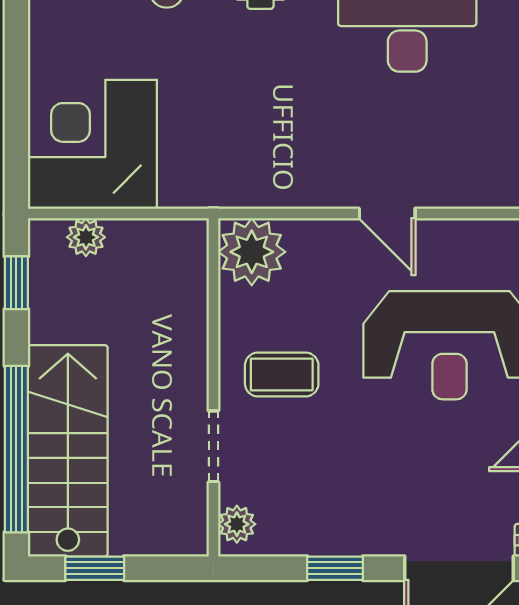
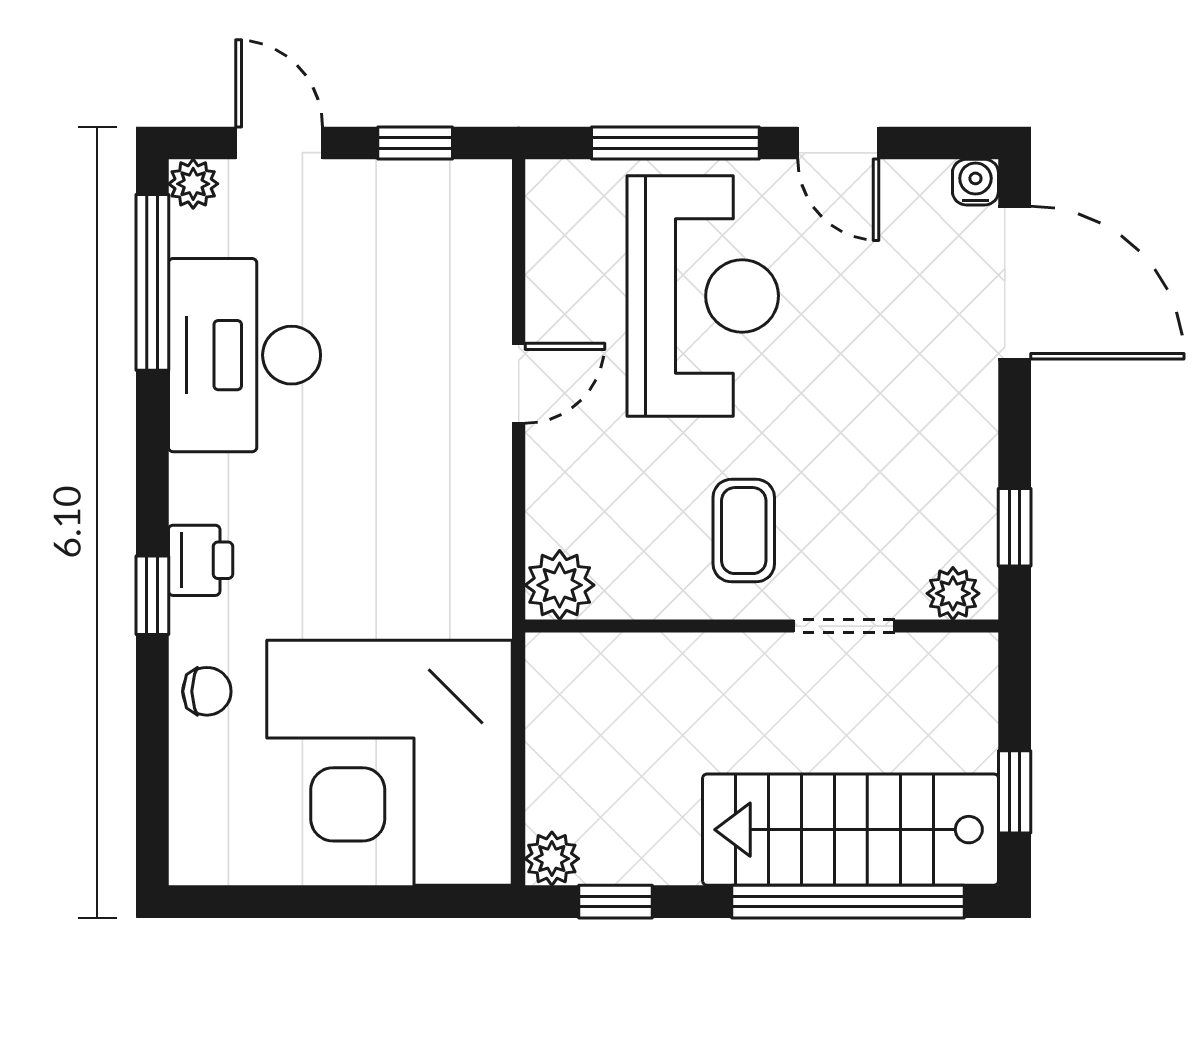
corner desk: (92, 144) -> (389, 763), width x1.36, depth x1.36
plant: (86, 237) -> (552, 859), moved
plant: (252, 252) -> (560, 585), width x0.73, depth x0.73
window: (335, 568) -> (1015, 527), moved

